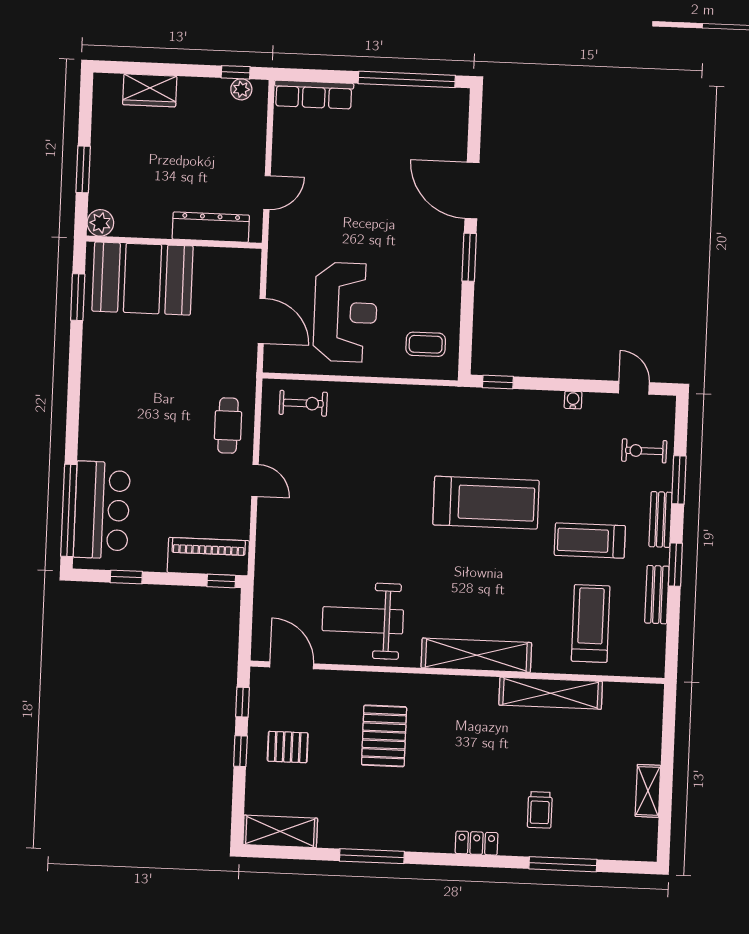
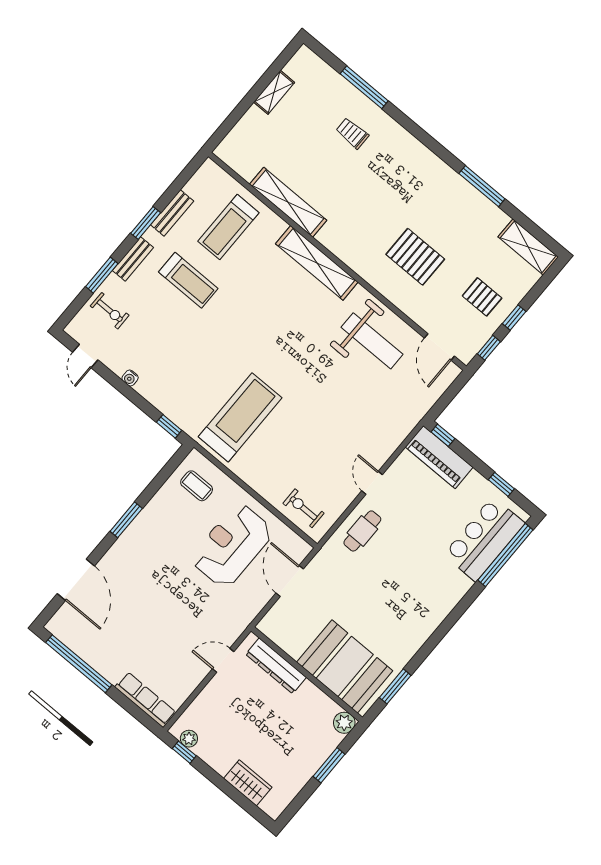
door: (472, 190) -> (76, 580), moved
treadmill: (486, 503) -> (240, 417), moved, turned 90
pallet: (384, 736) -> (415, 257), turned 90
trolley: (540, 810) -> (352, 133), turned -90
locker: (477, 843) -> (409, 143), removed

